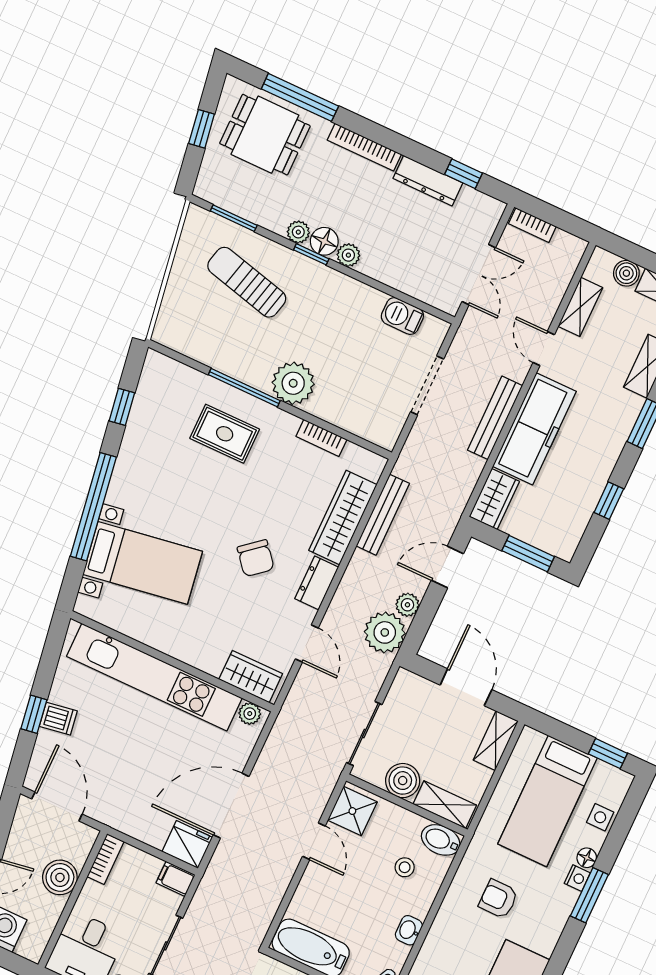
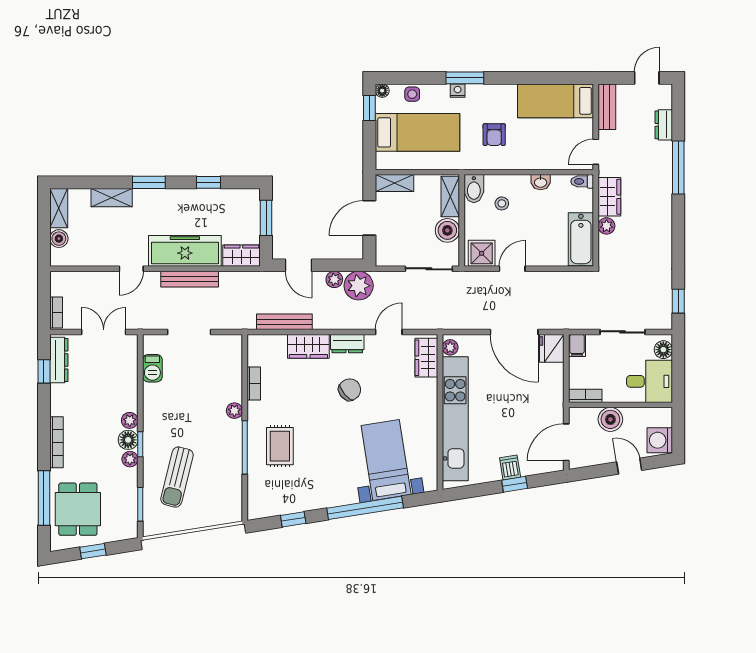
dresser: (428, 181) -> (59, 360), moved
shelving: (580, 307) -> (94, 258), removed
plant: (293, 383) -> (234, 411), width x0.53, depth x0.53
wardrobe: (343, 517) -> (308, 346), width x0.67
floor lamp: (587, 858) -> (382, 91), moved

